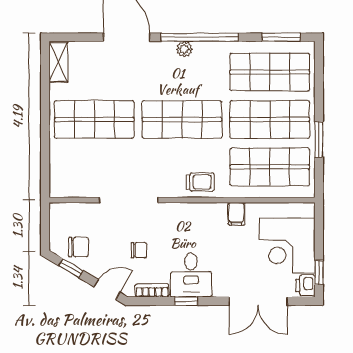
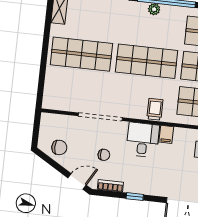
trolley: (200, 182) -> (155, 109), turned -90
filing cabinet: (236, 214) -> (166, 134), moved
window: (71, 268) -> (52, 163), removed
desk: (191, 275) -> (143, 140), moved, turned 180

